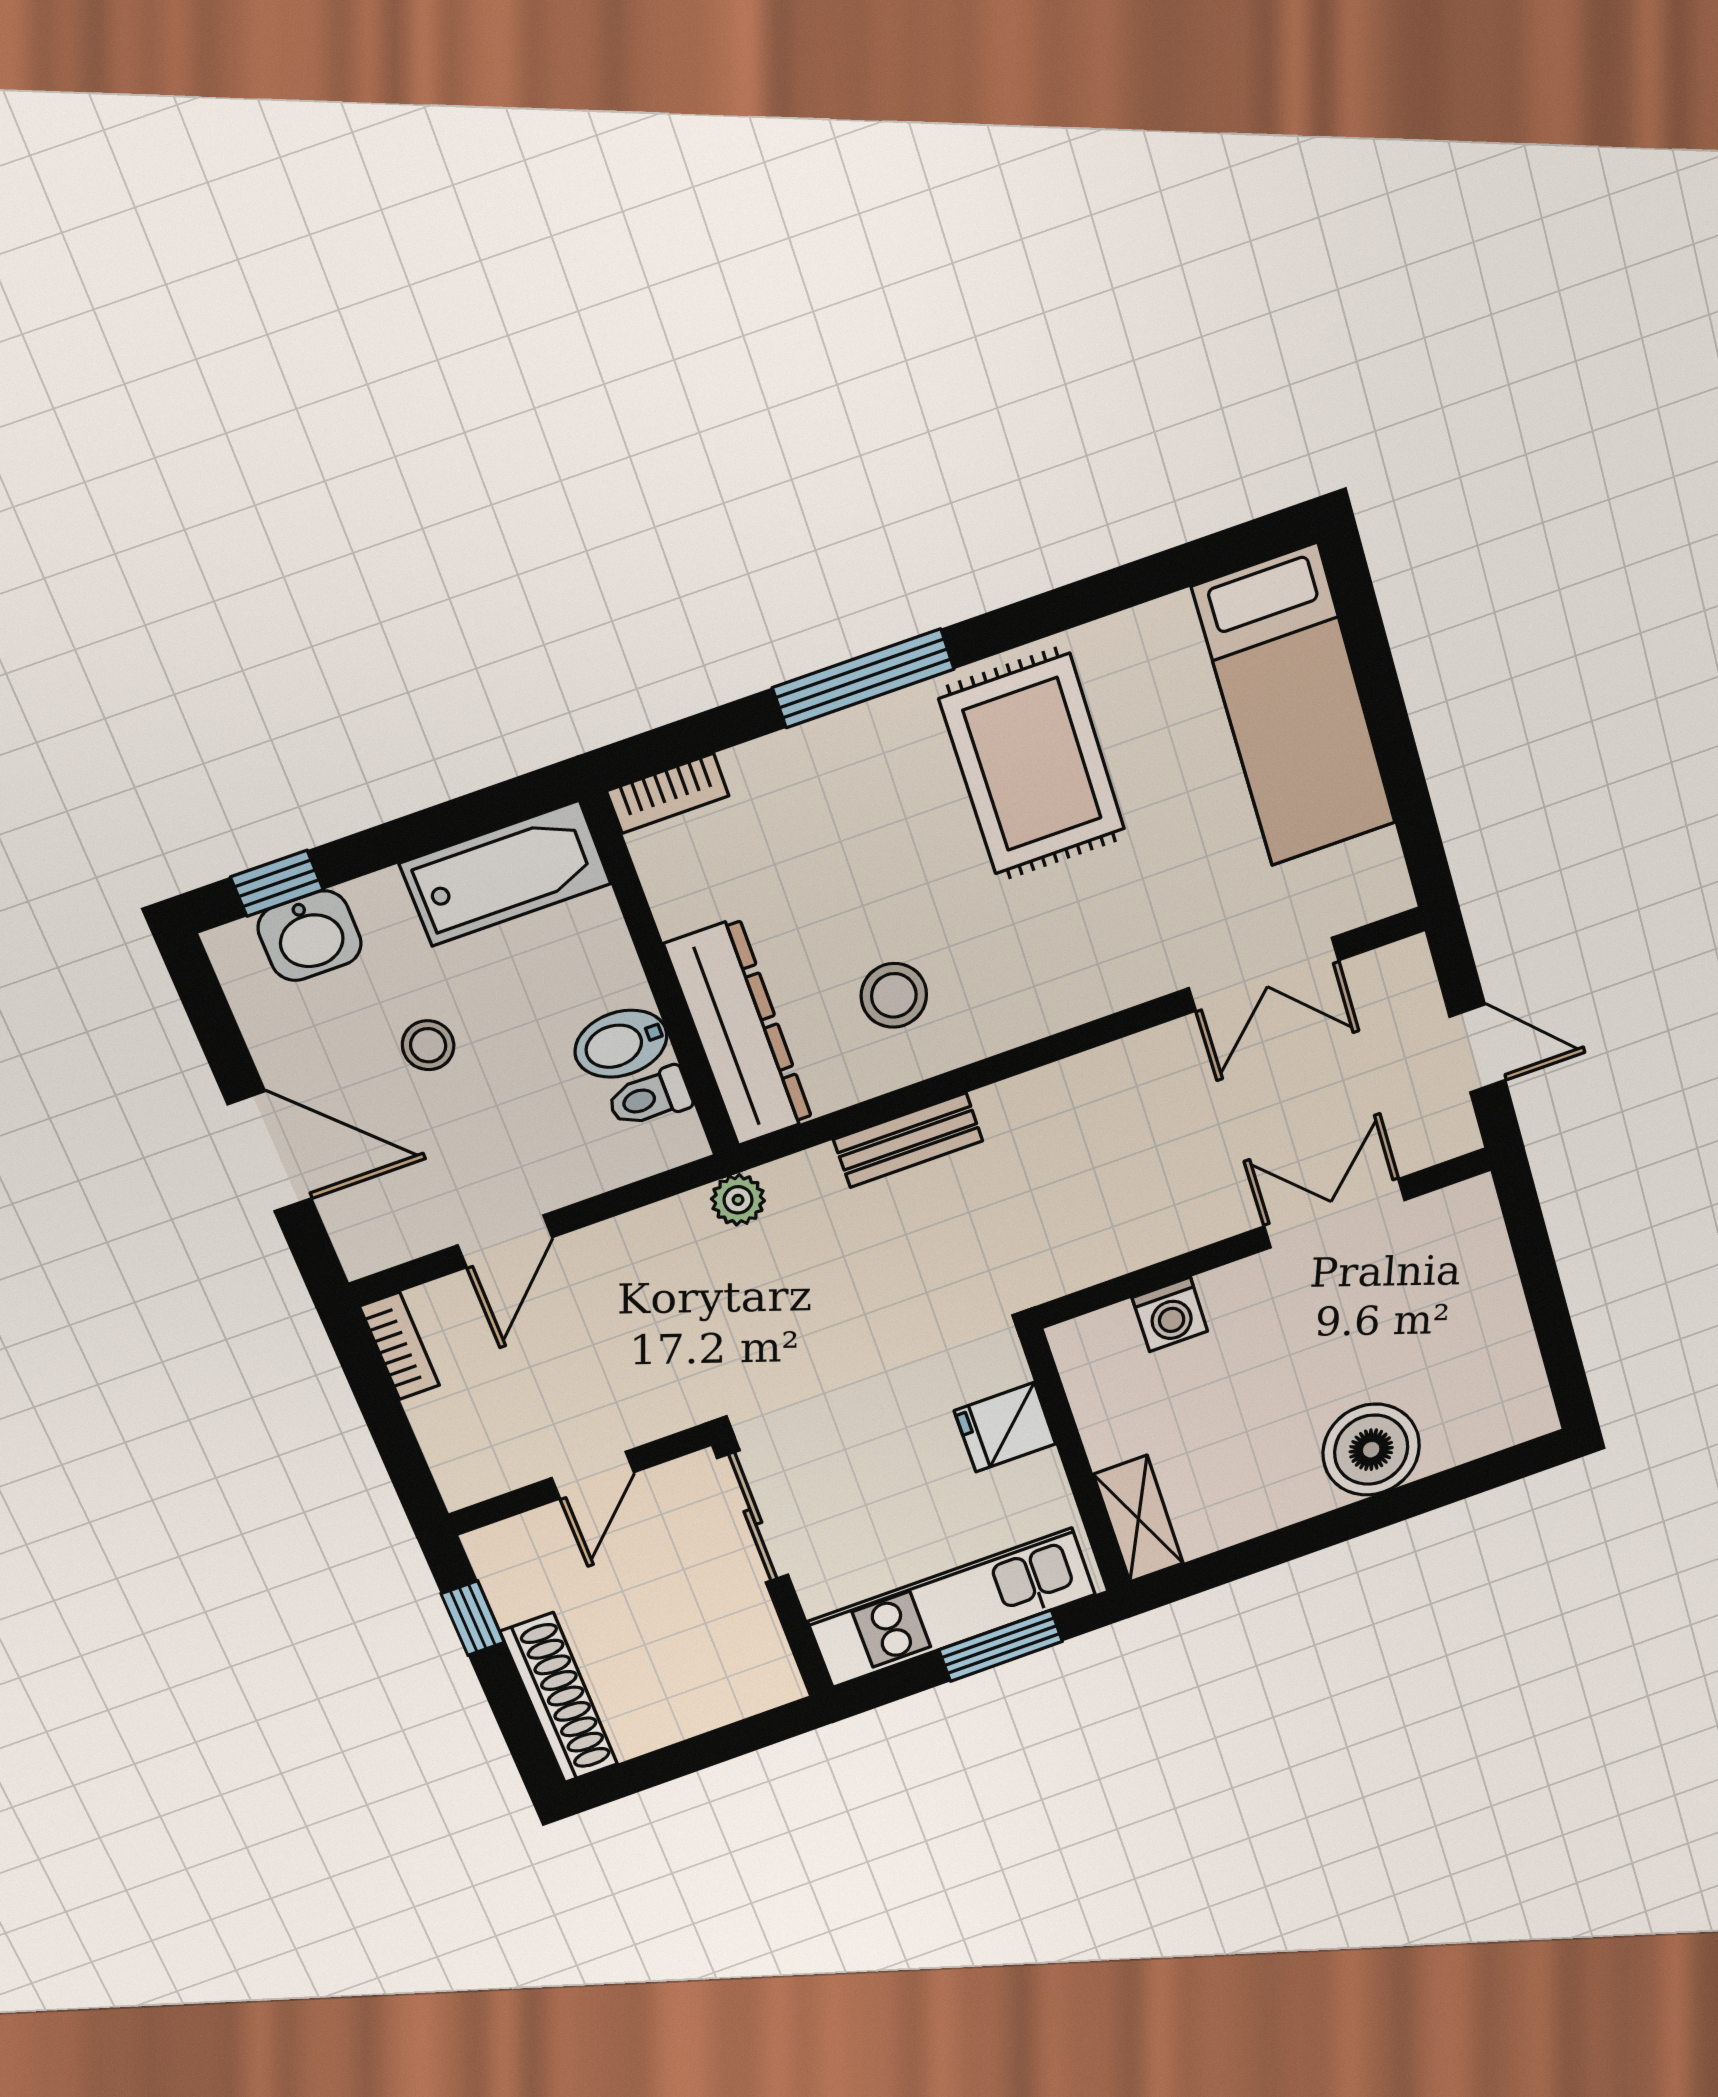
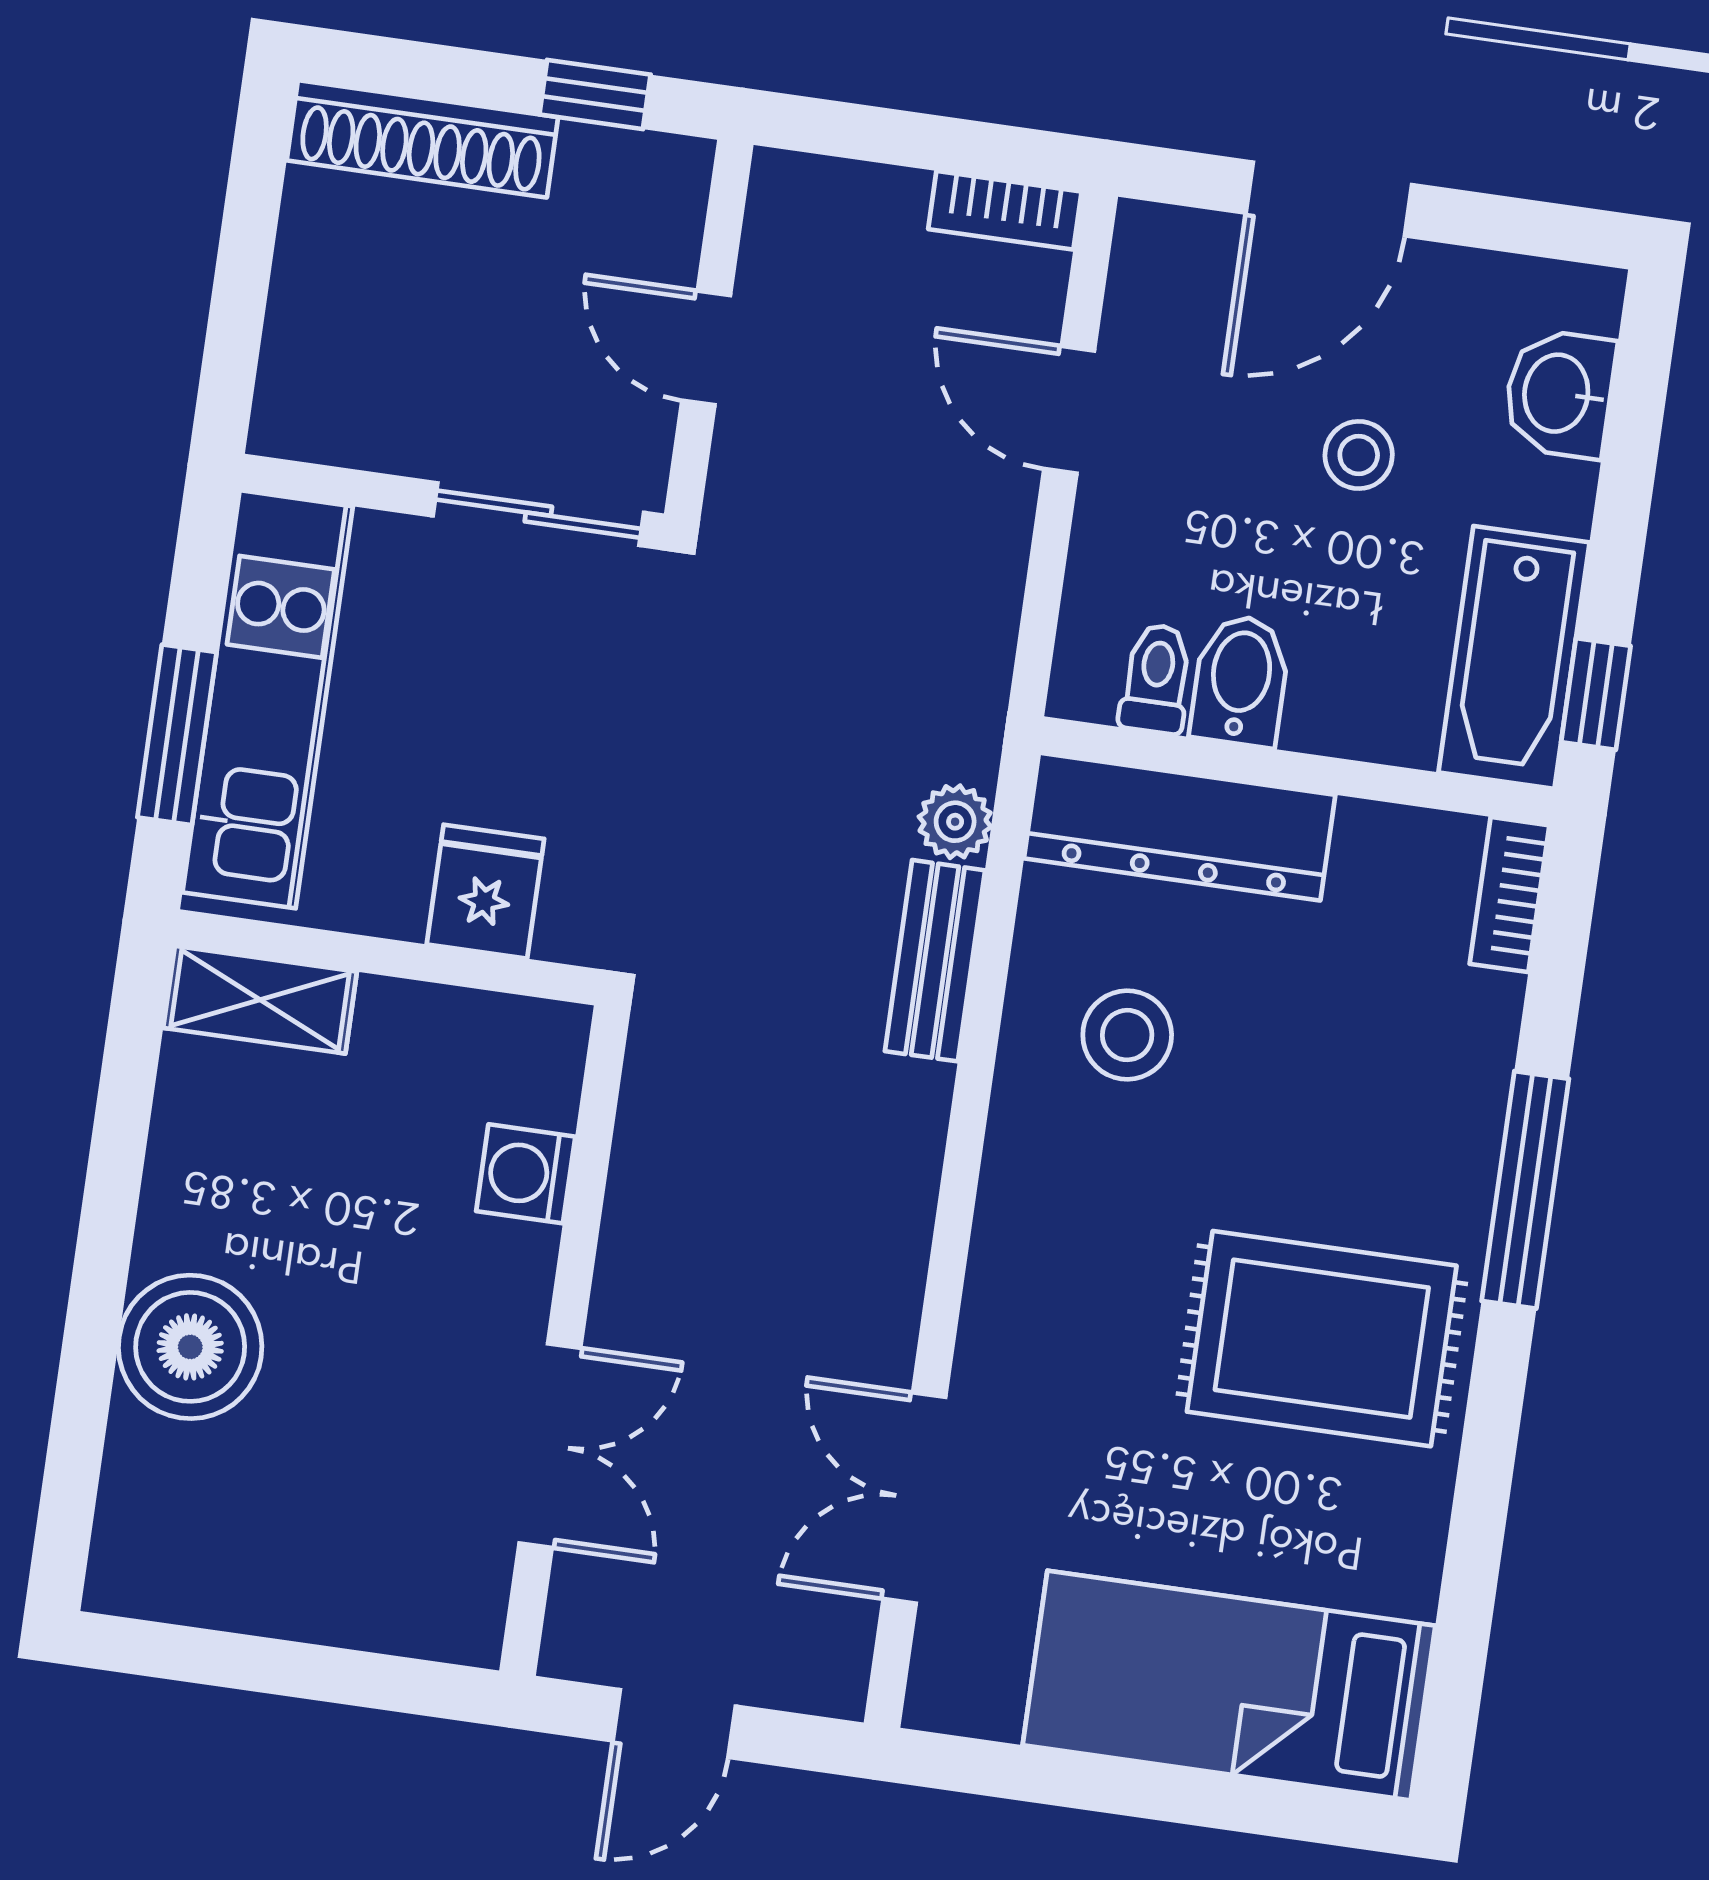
window: (277, 883) -> (1596, 694), moved
plant: (738, 1200) -> (955, 822), moved

